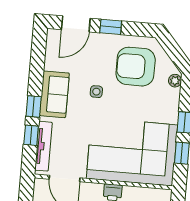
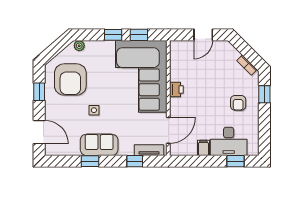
window: (111, 27) -> (39, 92), moved
window: (34, 106) -> (90, 161), moved
tv unit: (43, 146) -> (149, 150), width x0.71

